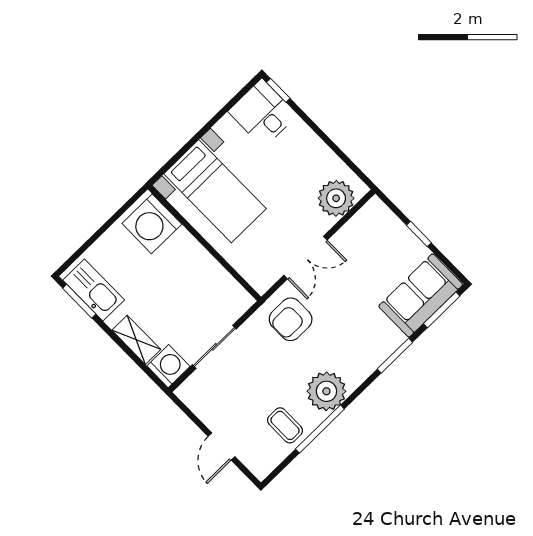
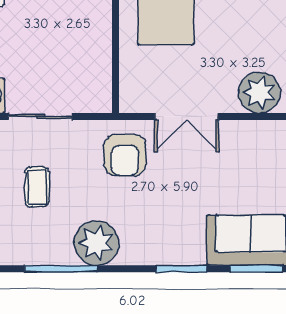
armchair: (291, 319) -> (125, 155), turned -90
coffee table: (285, 425) -> (37, 187), moved

